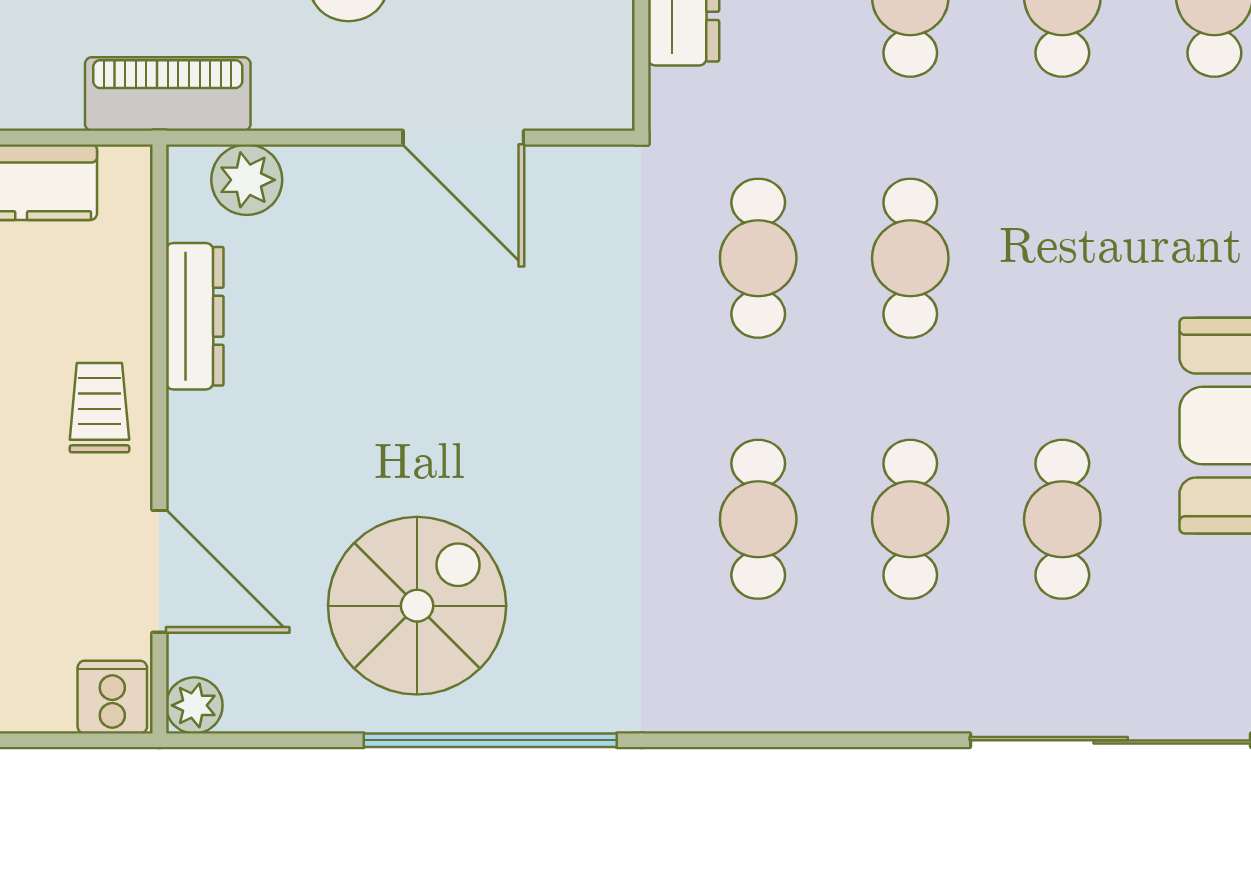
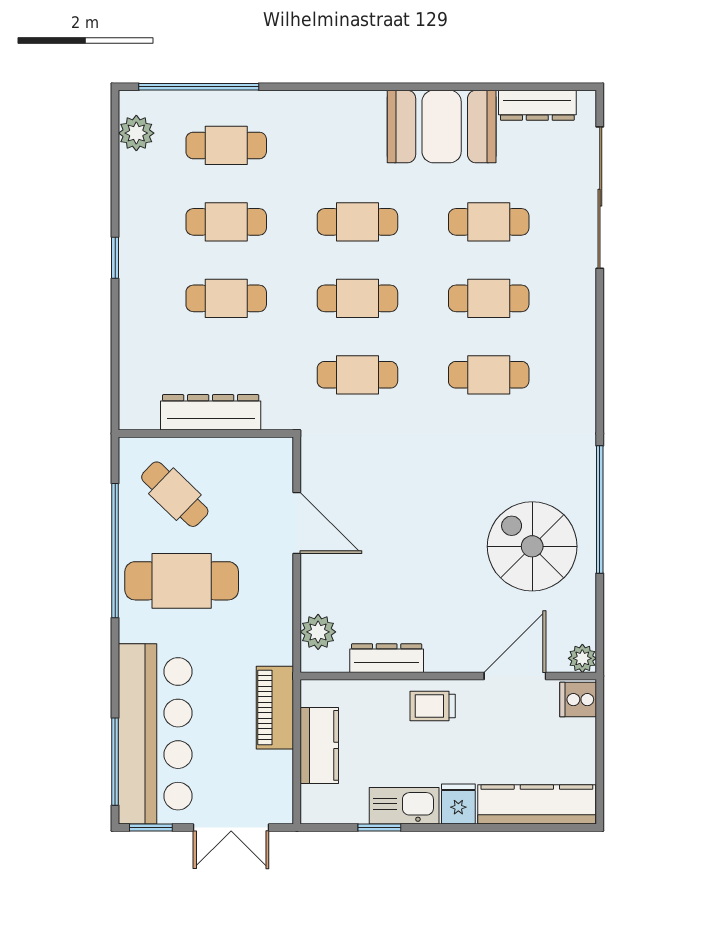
piano: (168, 94) -> (275, 708), moved
door: (463, 138) -> (297, 523), hinge flipped
cafe table: (1062, 258) -> (357, 222), added

